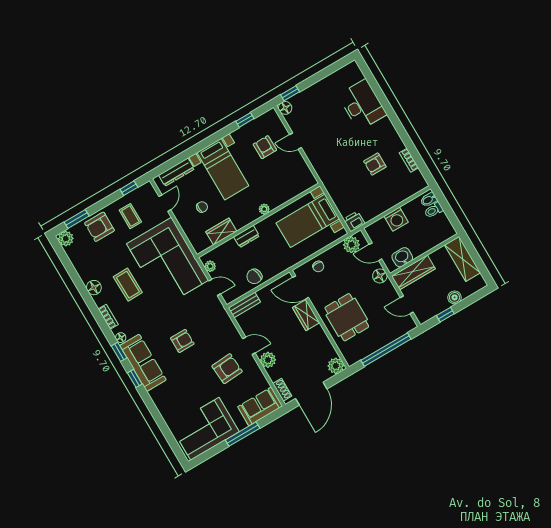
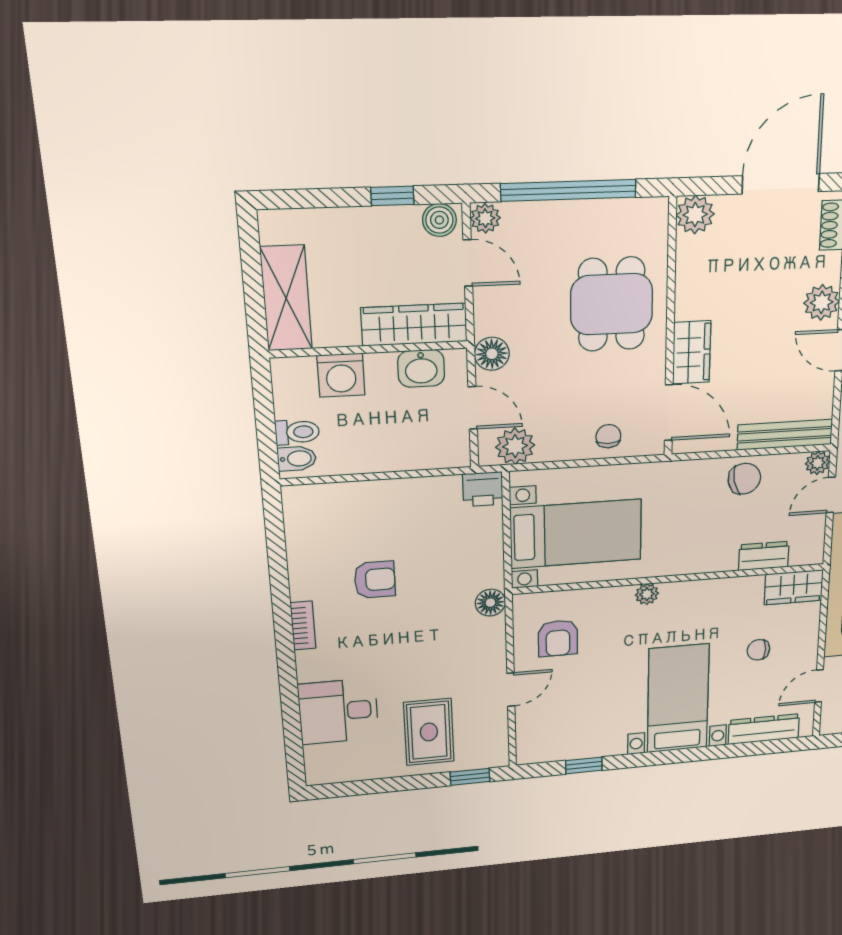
desk: (362, 105) -> (338, 711), width x0.73
rug: (318, 107) -> (429, 732), added
floor lamp: (285, 108) -> (490, 603), moved
door: (295, 141) -> (511, 690), hinge flipped
armchair: (265, 147) -> (558, 638), moved
bookcase: (409, 160) -> (303, 625), moved
washing machine: (396, 219) -> (341, 375), moved, turned 180
wardrobe: (221, 231) -> (794, 587), moved
dresser: (247, 236) -> (764, 556), moved
plant: (210, 266) -> (818, 463), moved
door: (214, 287) -> (831, 495), hinge flipped
boiler: (455, 297) -> (439, 220), moved
bench: (244, 305) -> (785, 435), width x1.36
plant: (409, 324) -> (485, 218), added

